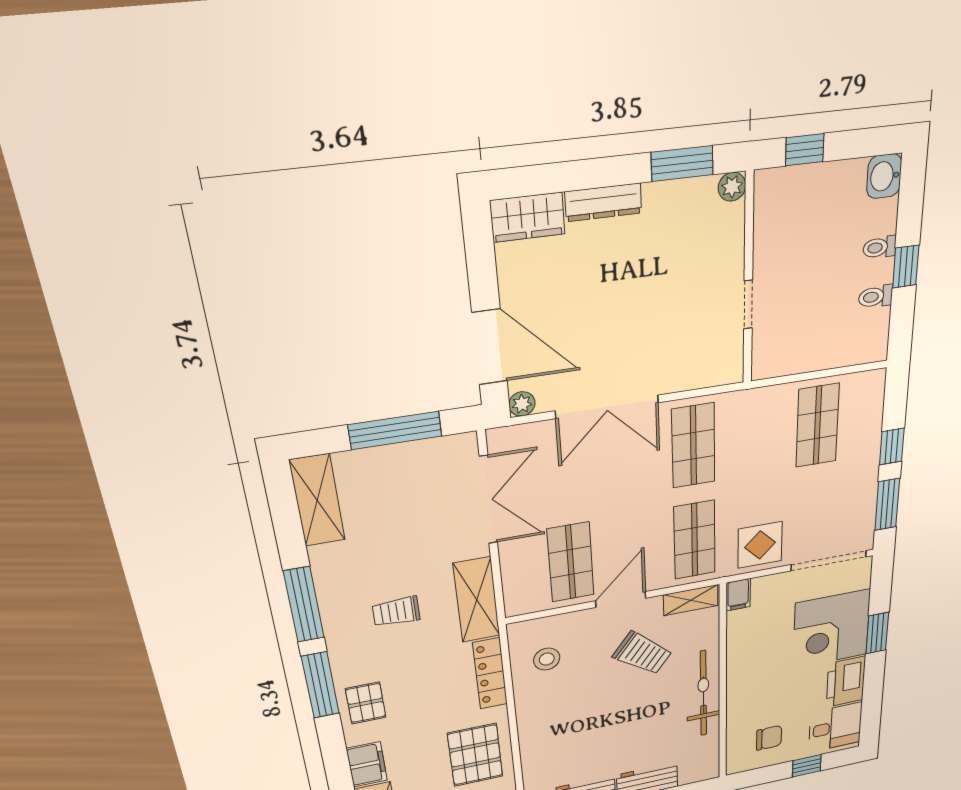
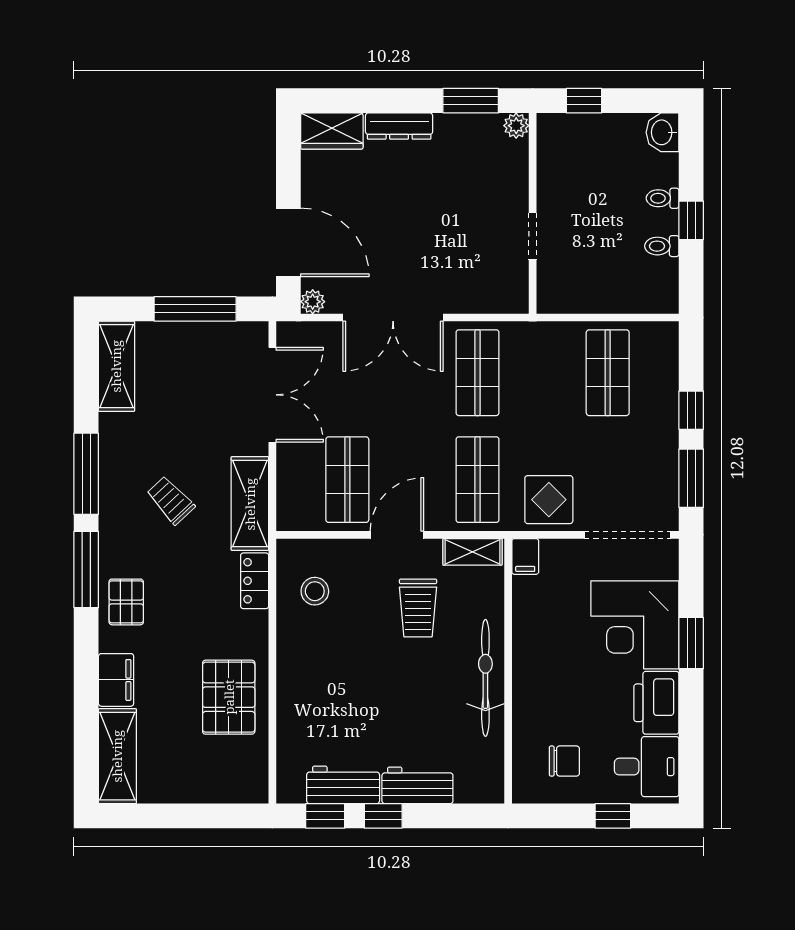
trolley: (396, 612) -> (171, 500), turned 47
trolley: (643, 653) -> (418, 608), turned 52
locker: (490, 673) -> (255, 581), width x0.66

